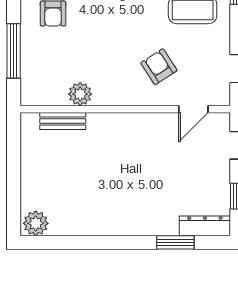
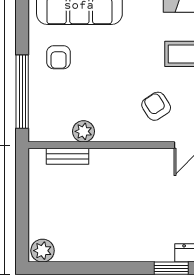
window: (14, 51) -> (22, 92), width x1.46

